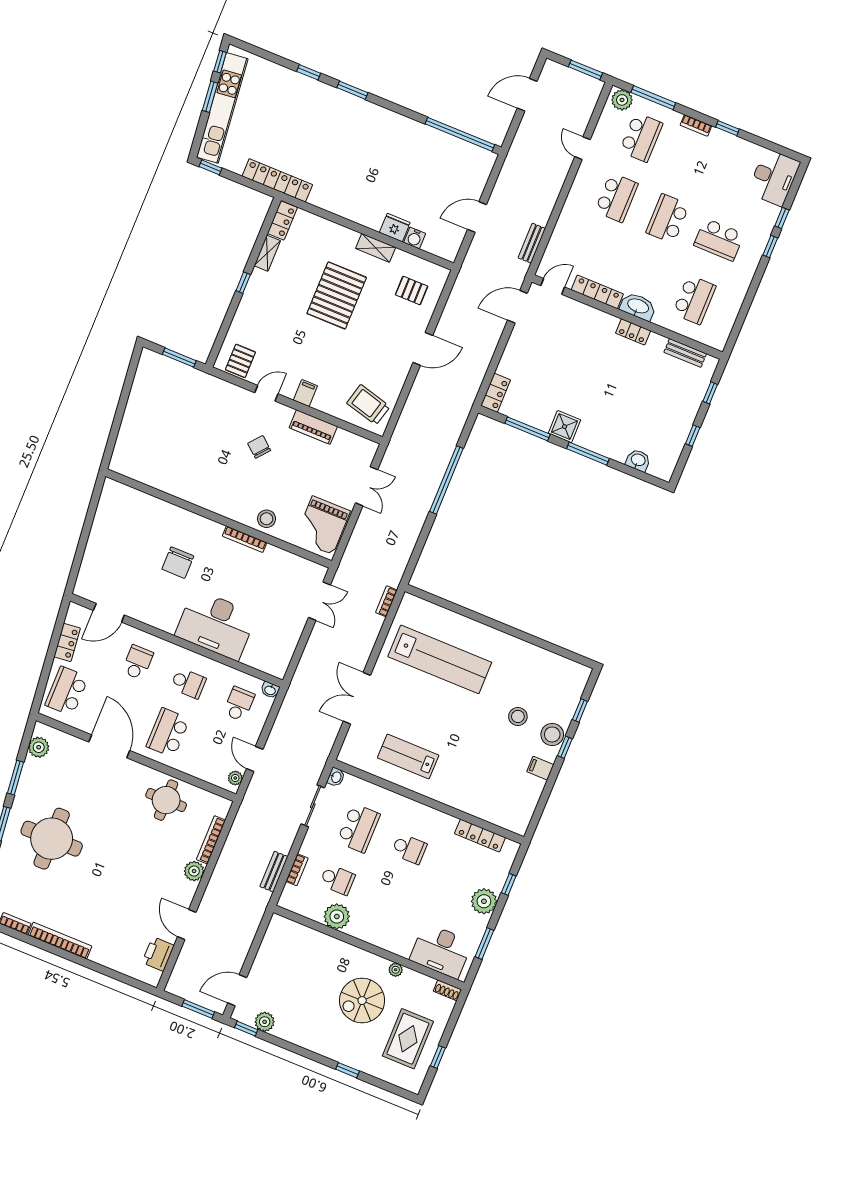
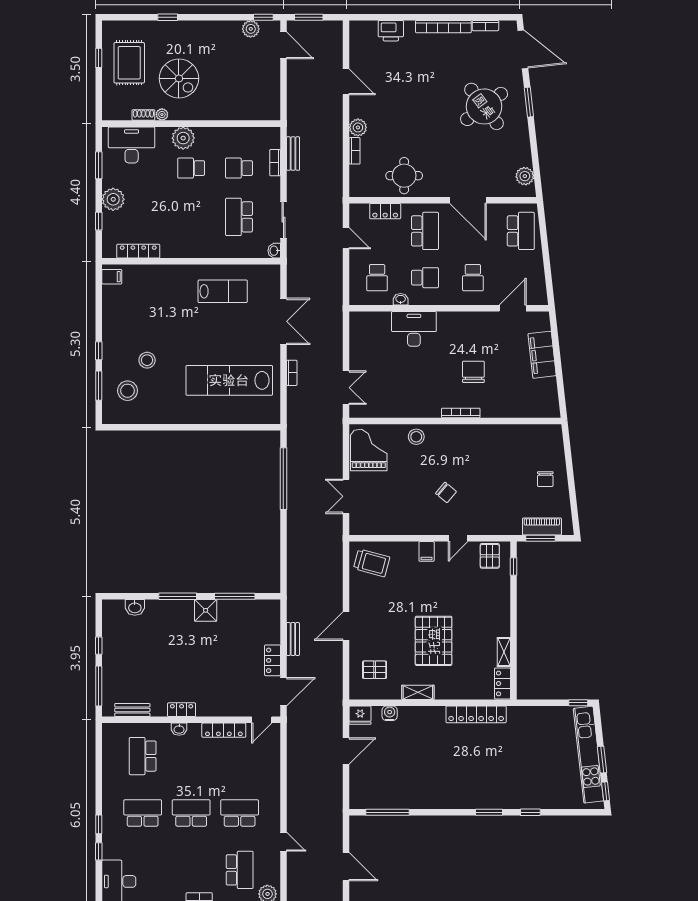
door: (527, 95) -> (346, 867), hinge flipped
window: (460, 134) -> (387, 812), width x0.68
school desk: (641, 137) -> (240, 870), turned 180
locker: (277, 180) -> (476, 714), moved
school desk: (616, 198) -> (240, 813), turned 90
school desk: (668, 219) -> (191, 813), turned -90
fridge: (395, 228) -> (360, 715), moved
bench: (532, 243) -> (293, 639), moved
window: (243, 283) -> (514, 566), moved
washbasin: (638, 306) -> (179, 729), width x0.52, depth x0.69
locker: (496, 393) -> (273, 660), moved
window: (710, 393) -> (99, 686), width x2.17
chair: (148, 418) -> (545, 479), added
piano: (313, 427) -> (542, 527), moved
window: (446, 480) -> (283, 479), moved
bookcase: (245, 539) -> (461, 413), moved
filing cabinet: (98, 551) -> (542, 355), added
double door: (319, 601) -> (346, 388), swing flipped
bookcase: (386, 601) -> (292, 373), moved
desk: (216, 625) -> (414, 329), width x0.73, depth x0.77
locker: (67, 642) -> (385, 211), moved, turned -84
school desk: (188, 683) -> (425, 278), turned 180
washbasin: (270, 690) -> (401, 299), moved
window: (580, 710) -> (99, 386), width x1.50
stool: (552, 734) -> (128, 391), moved
filing cabinet: (540, 768) -> (112, 277), moved
window: (16, 778) -> (533, 144), removed
plant: (235, 778) -> (355, 216), removed
round table: (52, 839) -> (484, 106), turned -37
bookcase: (211, 840) -> (355, 151), width x0.64
school desk: (409, 849) -> (191, 168), moved
plant: (337, 917) -> (183, 138), moved
printer: (158, 954) -> (391, 31), moved, turned 90
door: (237, 990) -> (283, 45), hinge flipped
shoe rack: (447, 990) -> (143, 115), moved
spiral stairs: (362, 1001) -> (179, 78), turned 90

